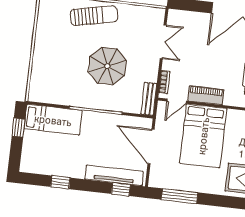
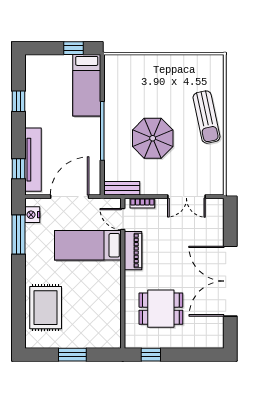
bed: (203, 136) -> (88, 245), width x0.67
nightstand: (163, 182) -> (32, 215), added

